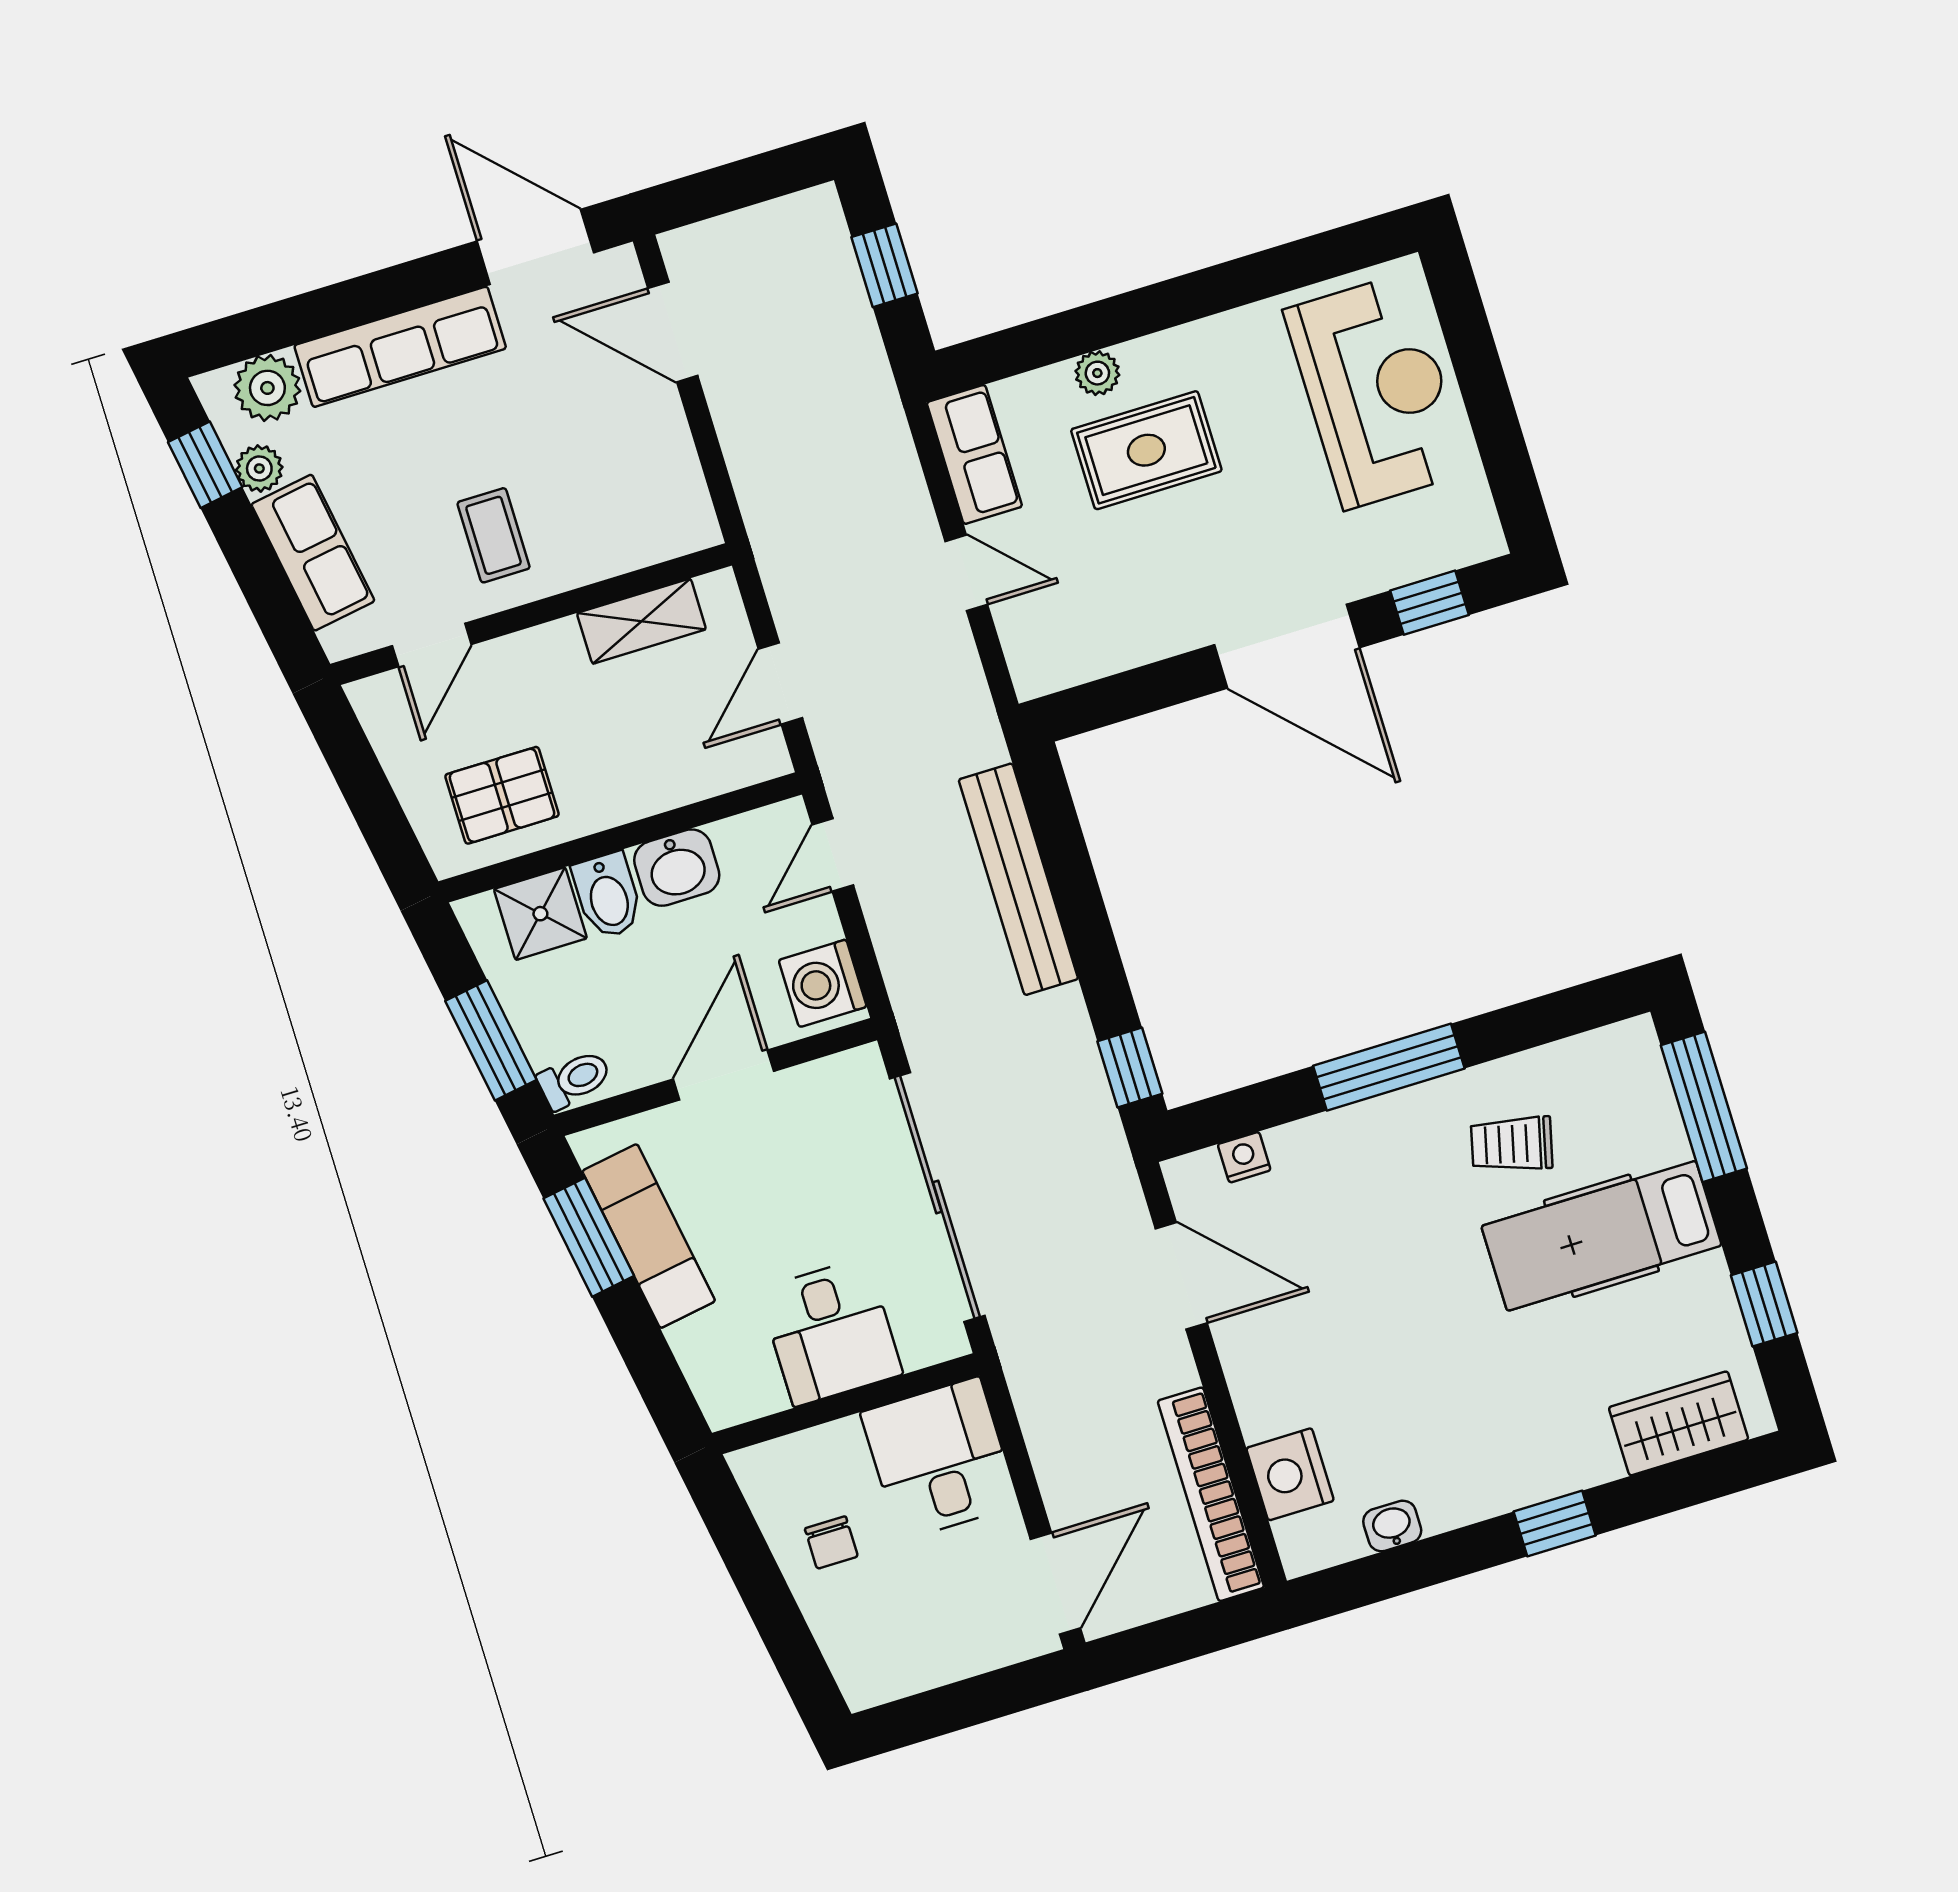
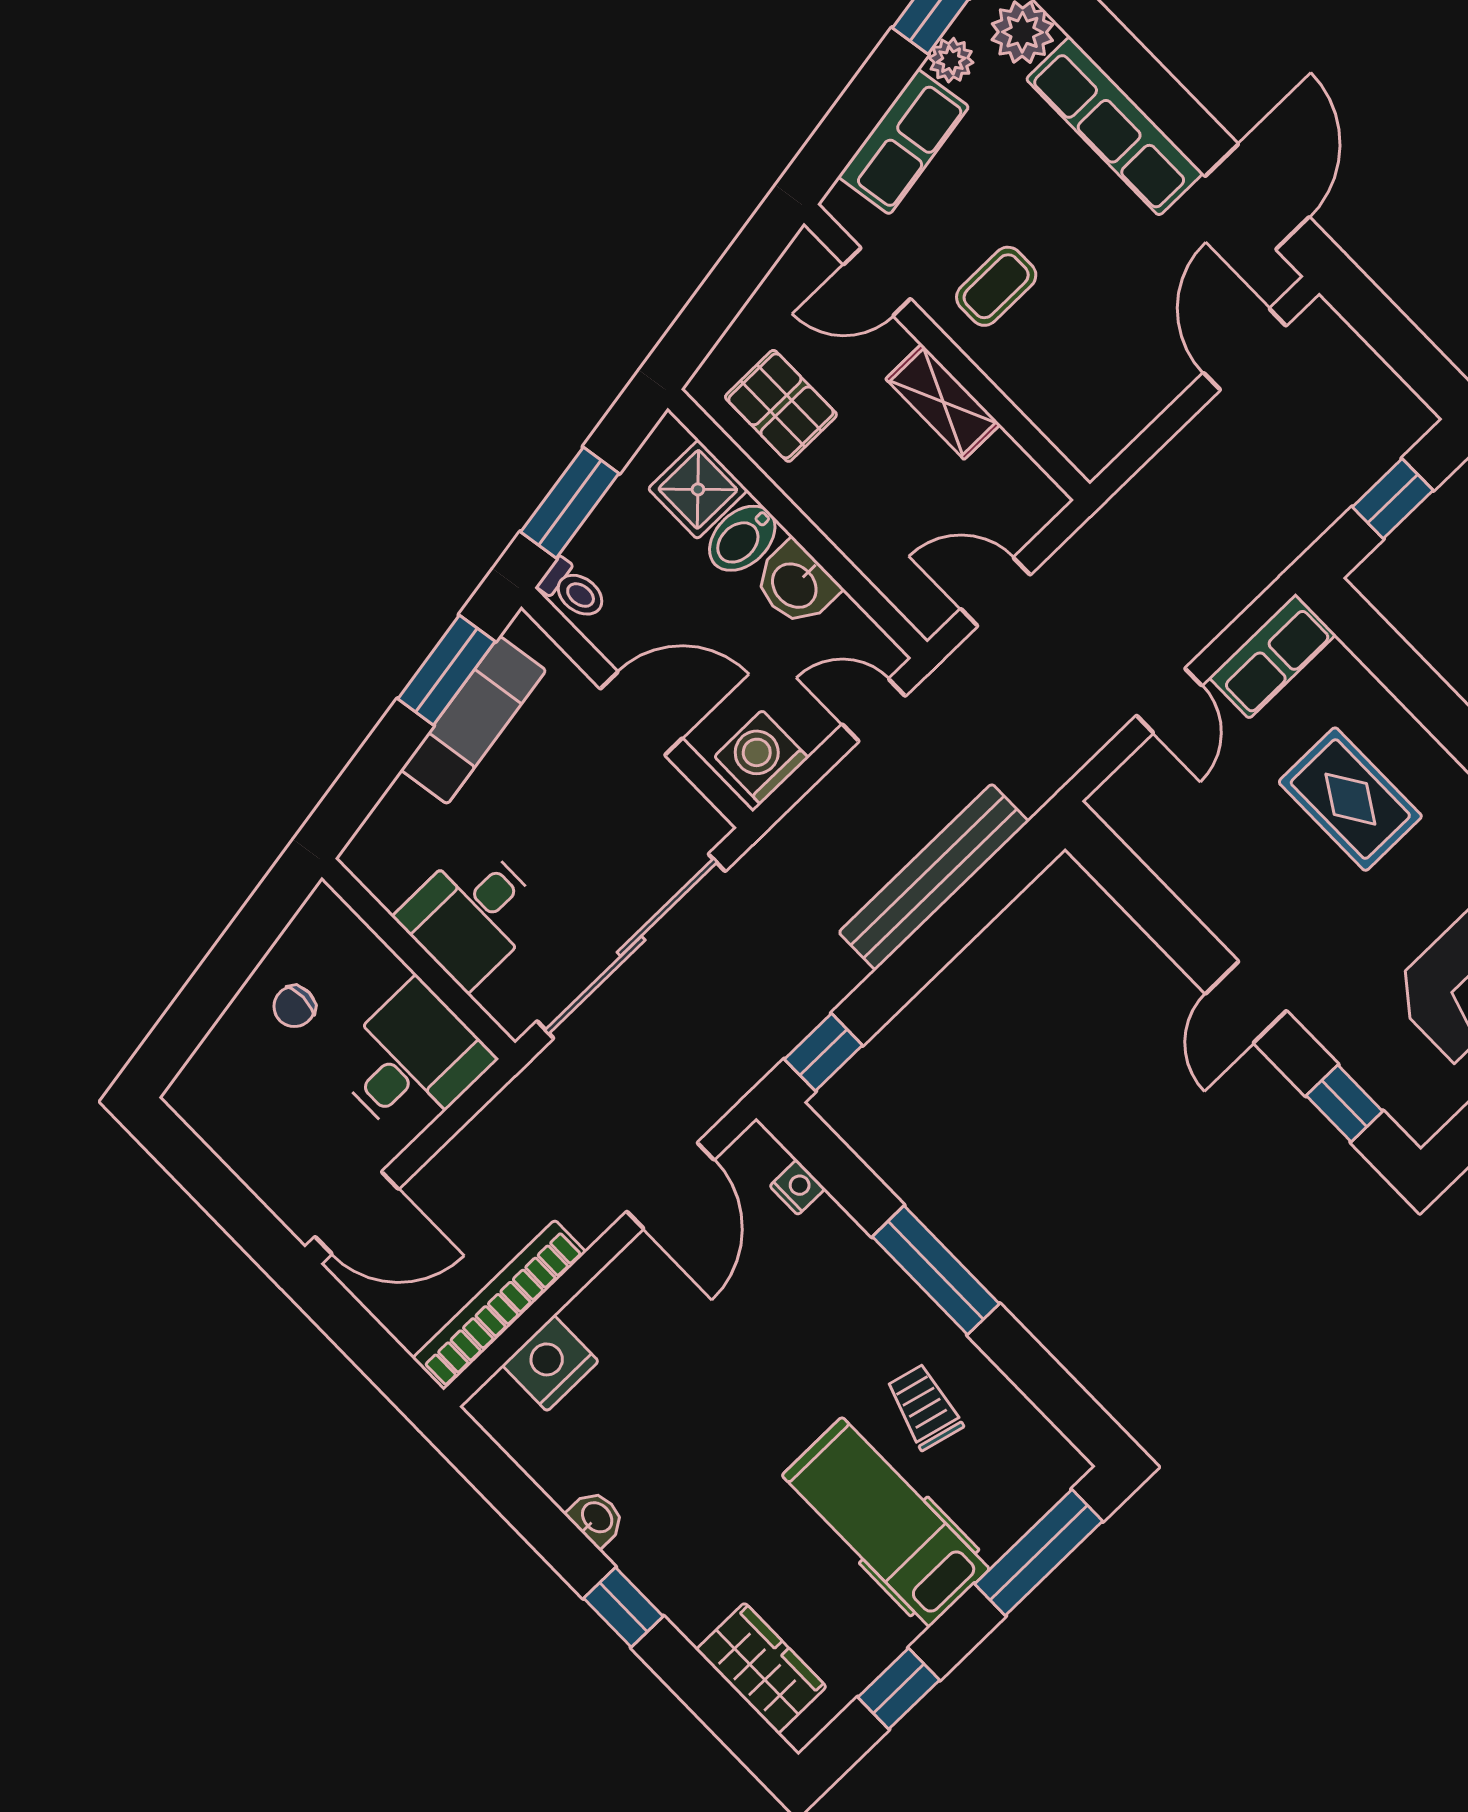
plant: (1097, 373) -> (1394, 724), removed
shelving: (641, 621) -> (943, 402), moved
door: (1287, 646) -> (1246, 1002), width x0.53
washbasin: (1392, 1526) -> (596, 1518), moved

